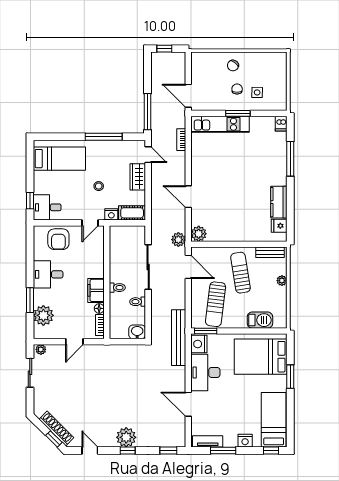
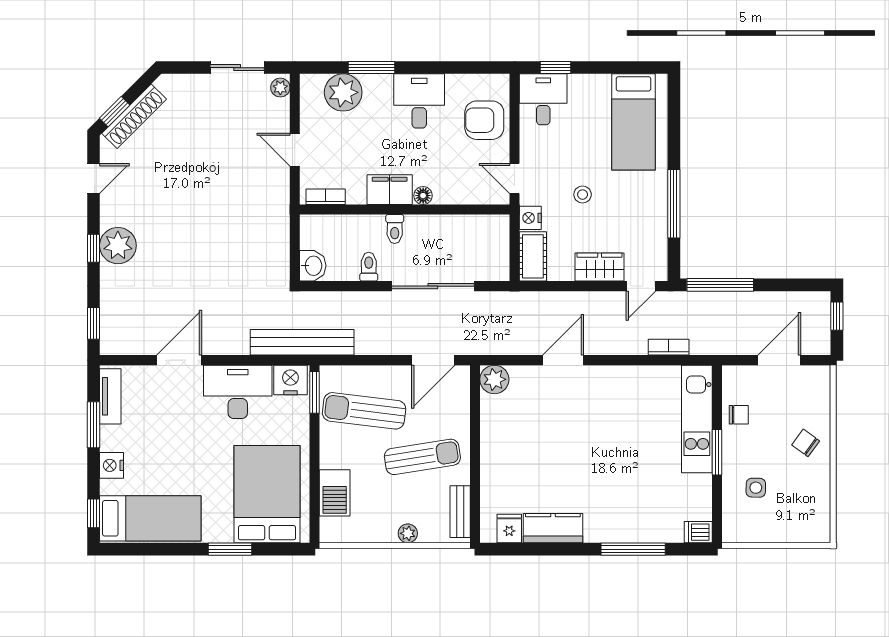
chair: (237, 89) -> (739, 415), moved
door: (188, 96) -> (779, 360), moved
plant: (178, 240) -> (484, 342), removed
floor lamp: (99, 308) -> (423, 196), moved

